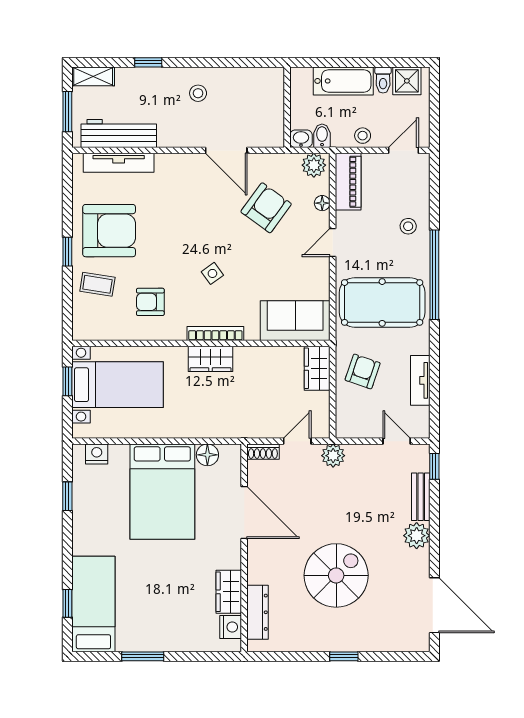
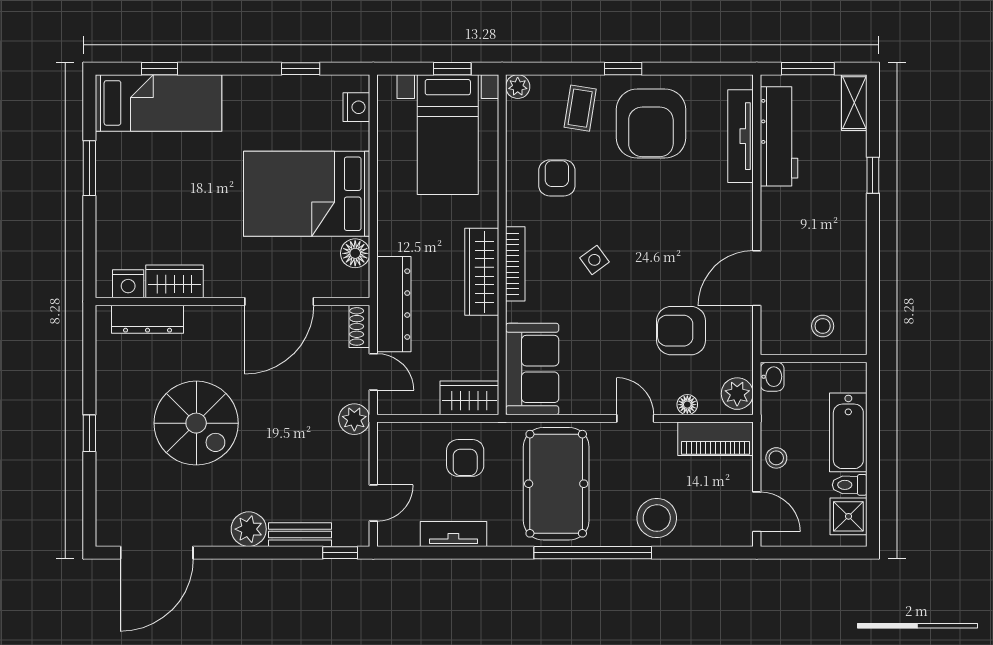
stool: (198, 93) -> (823, 326), moved
bidet: (322, 136) -> (776, 404), removed
armchair: (266, 208) -> (681, 331), turned 144
stool: (408, 226) -> (657, 518), width x1.89, depth x1.89
plant: (81, 332) -> (518, 87), added
wardrobe: (210, 359) -> (482, 272), width x1.50
armchair: (363, 371) -> (465, 458), turned 71
dresser: (246, 425) -> (394, 304), added

